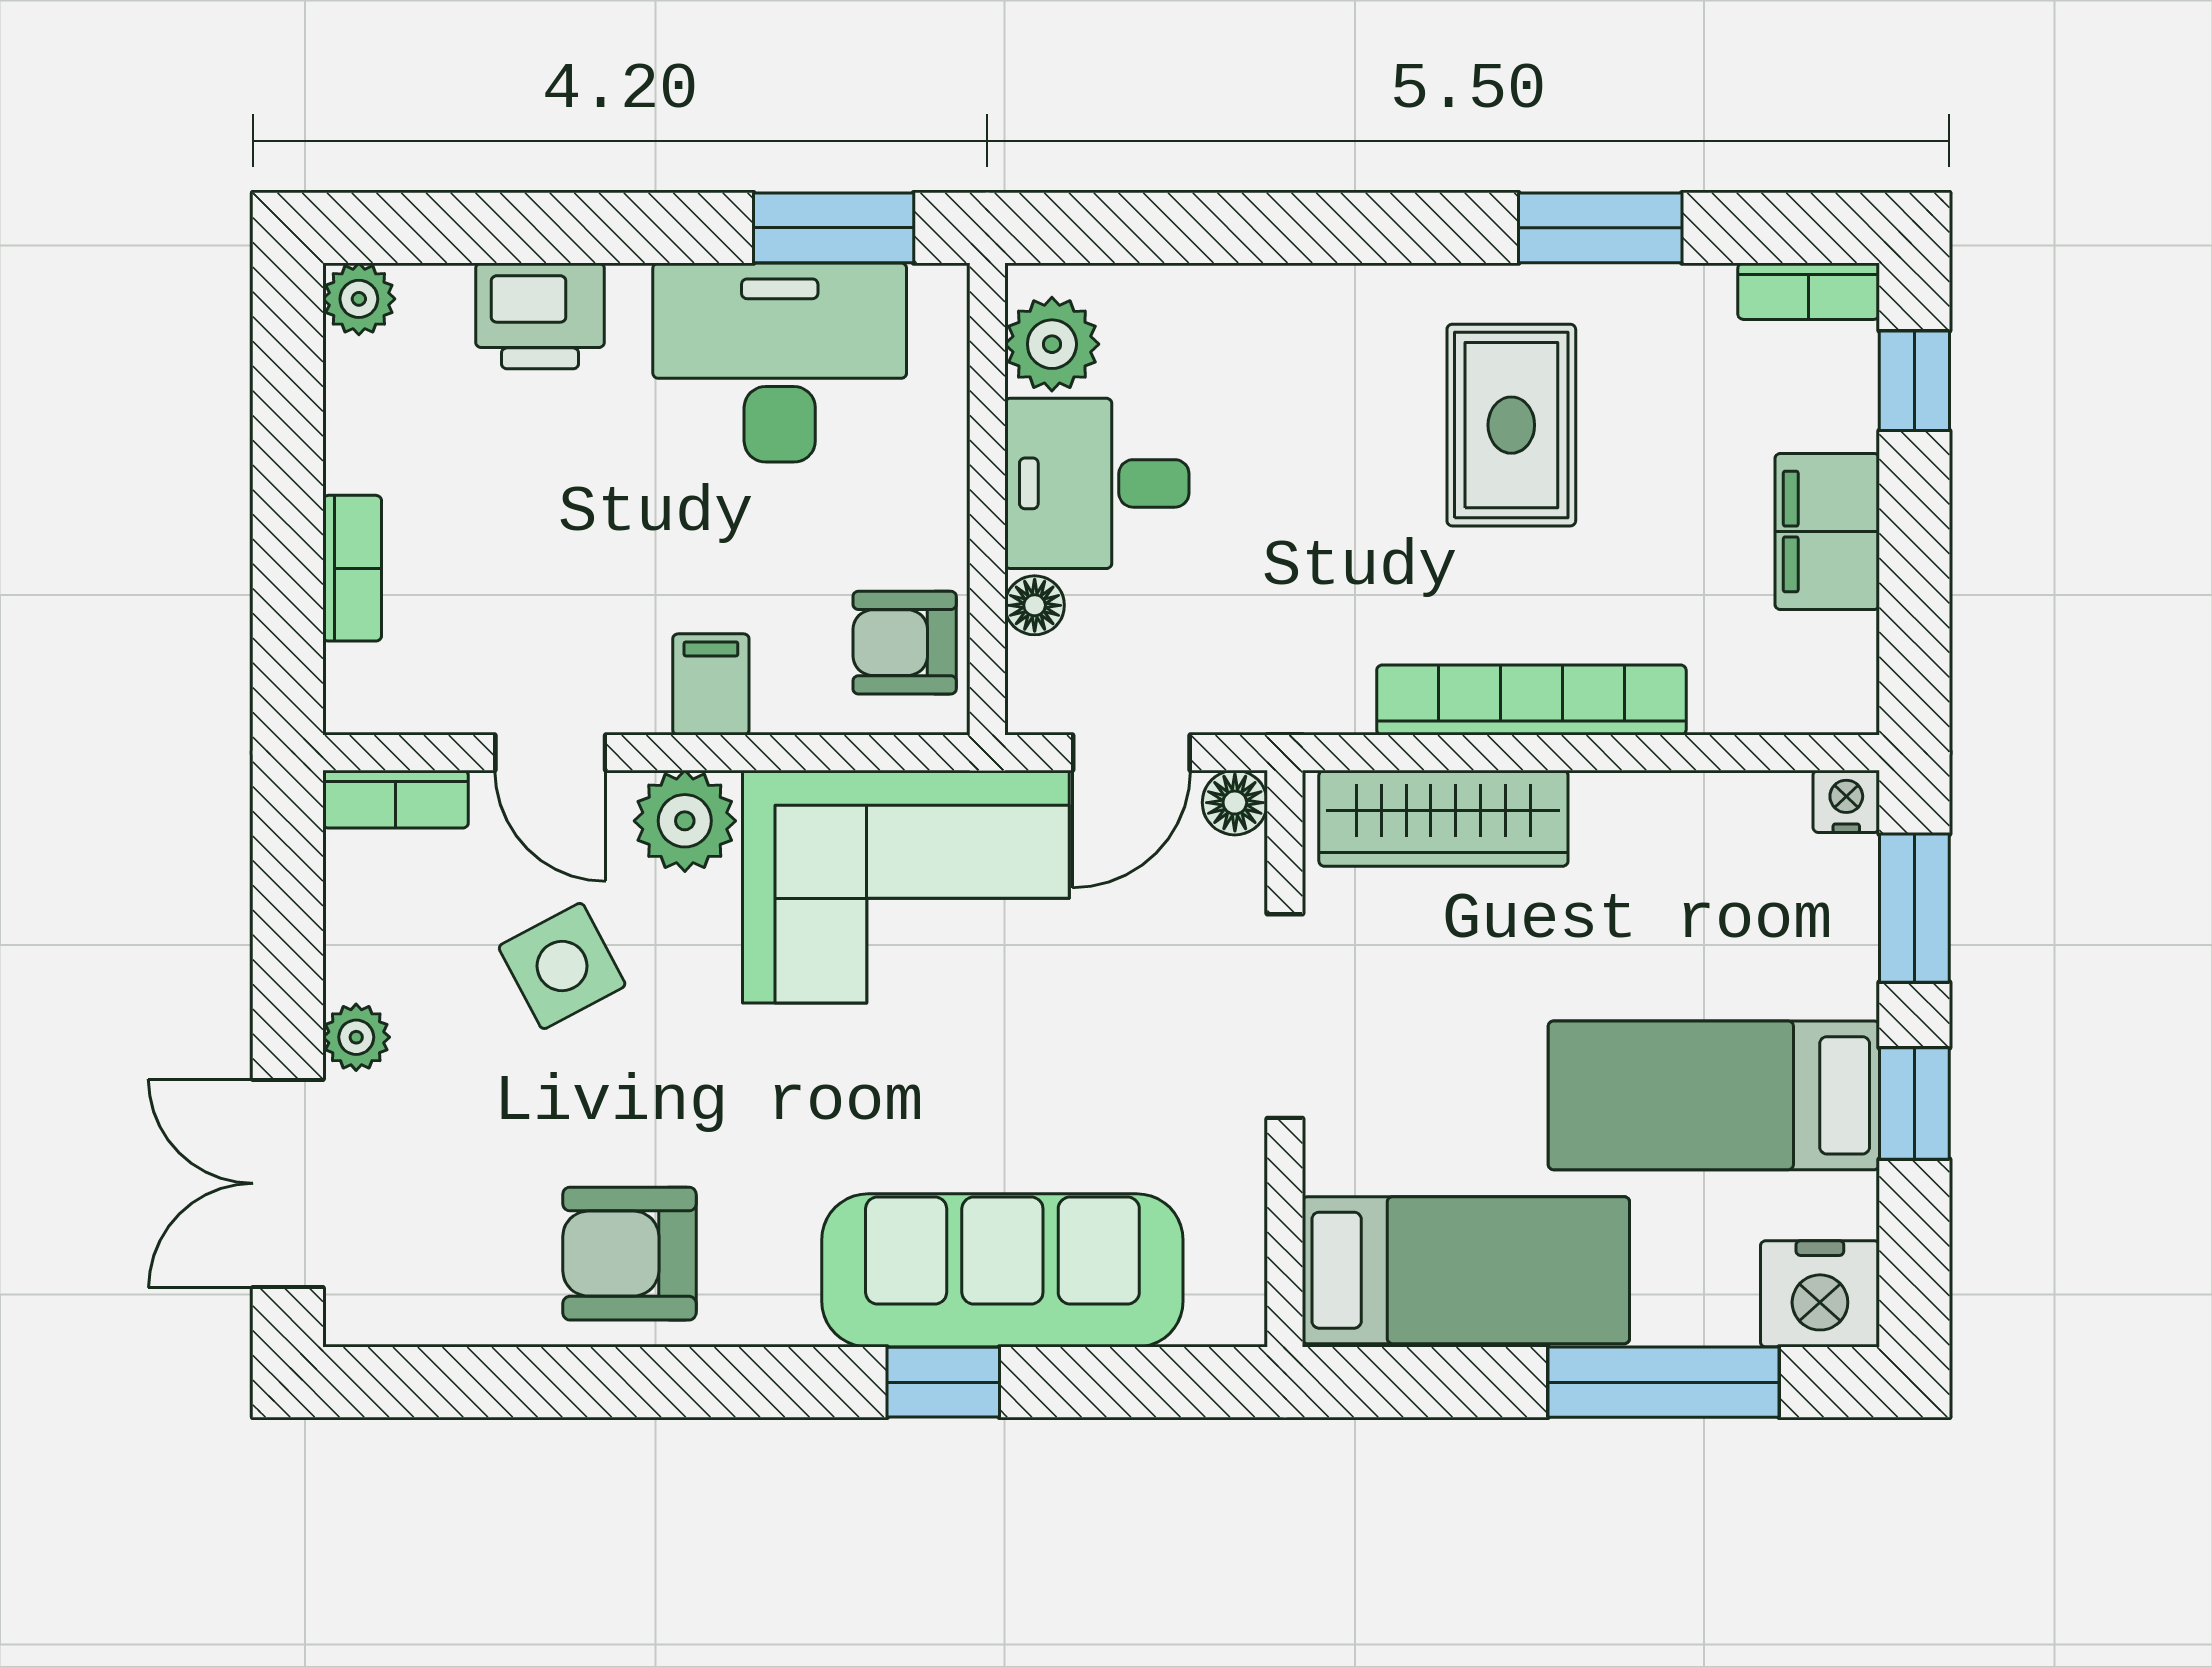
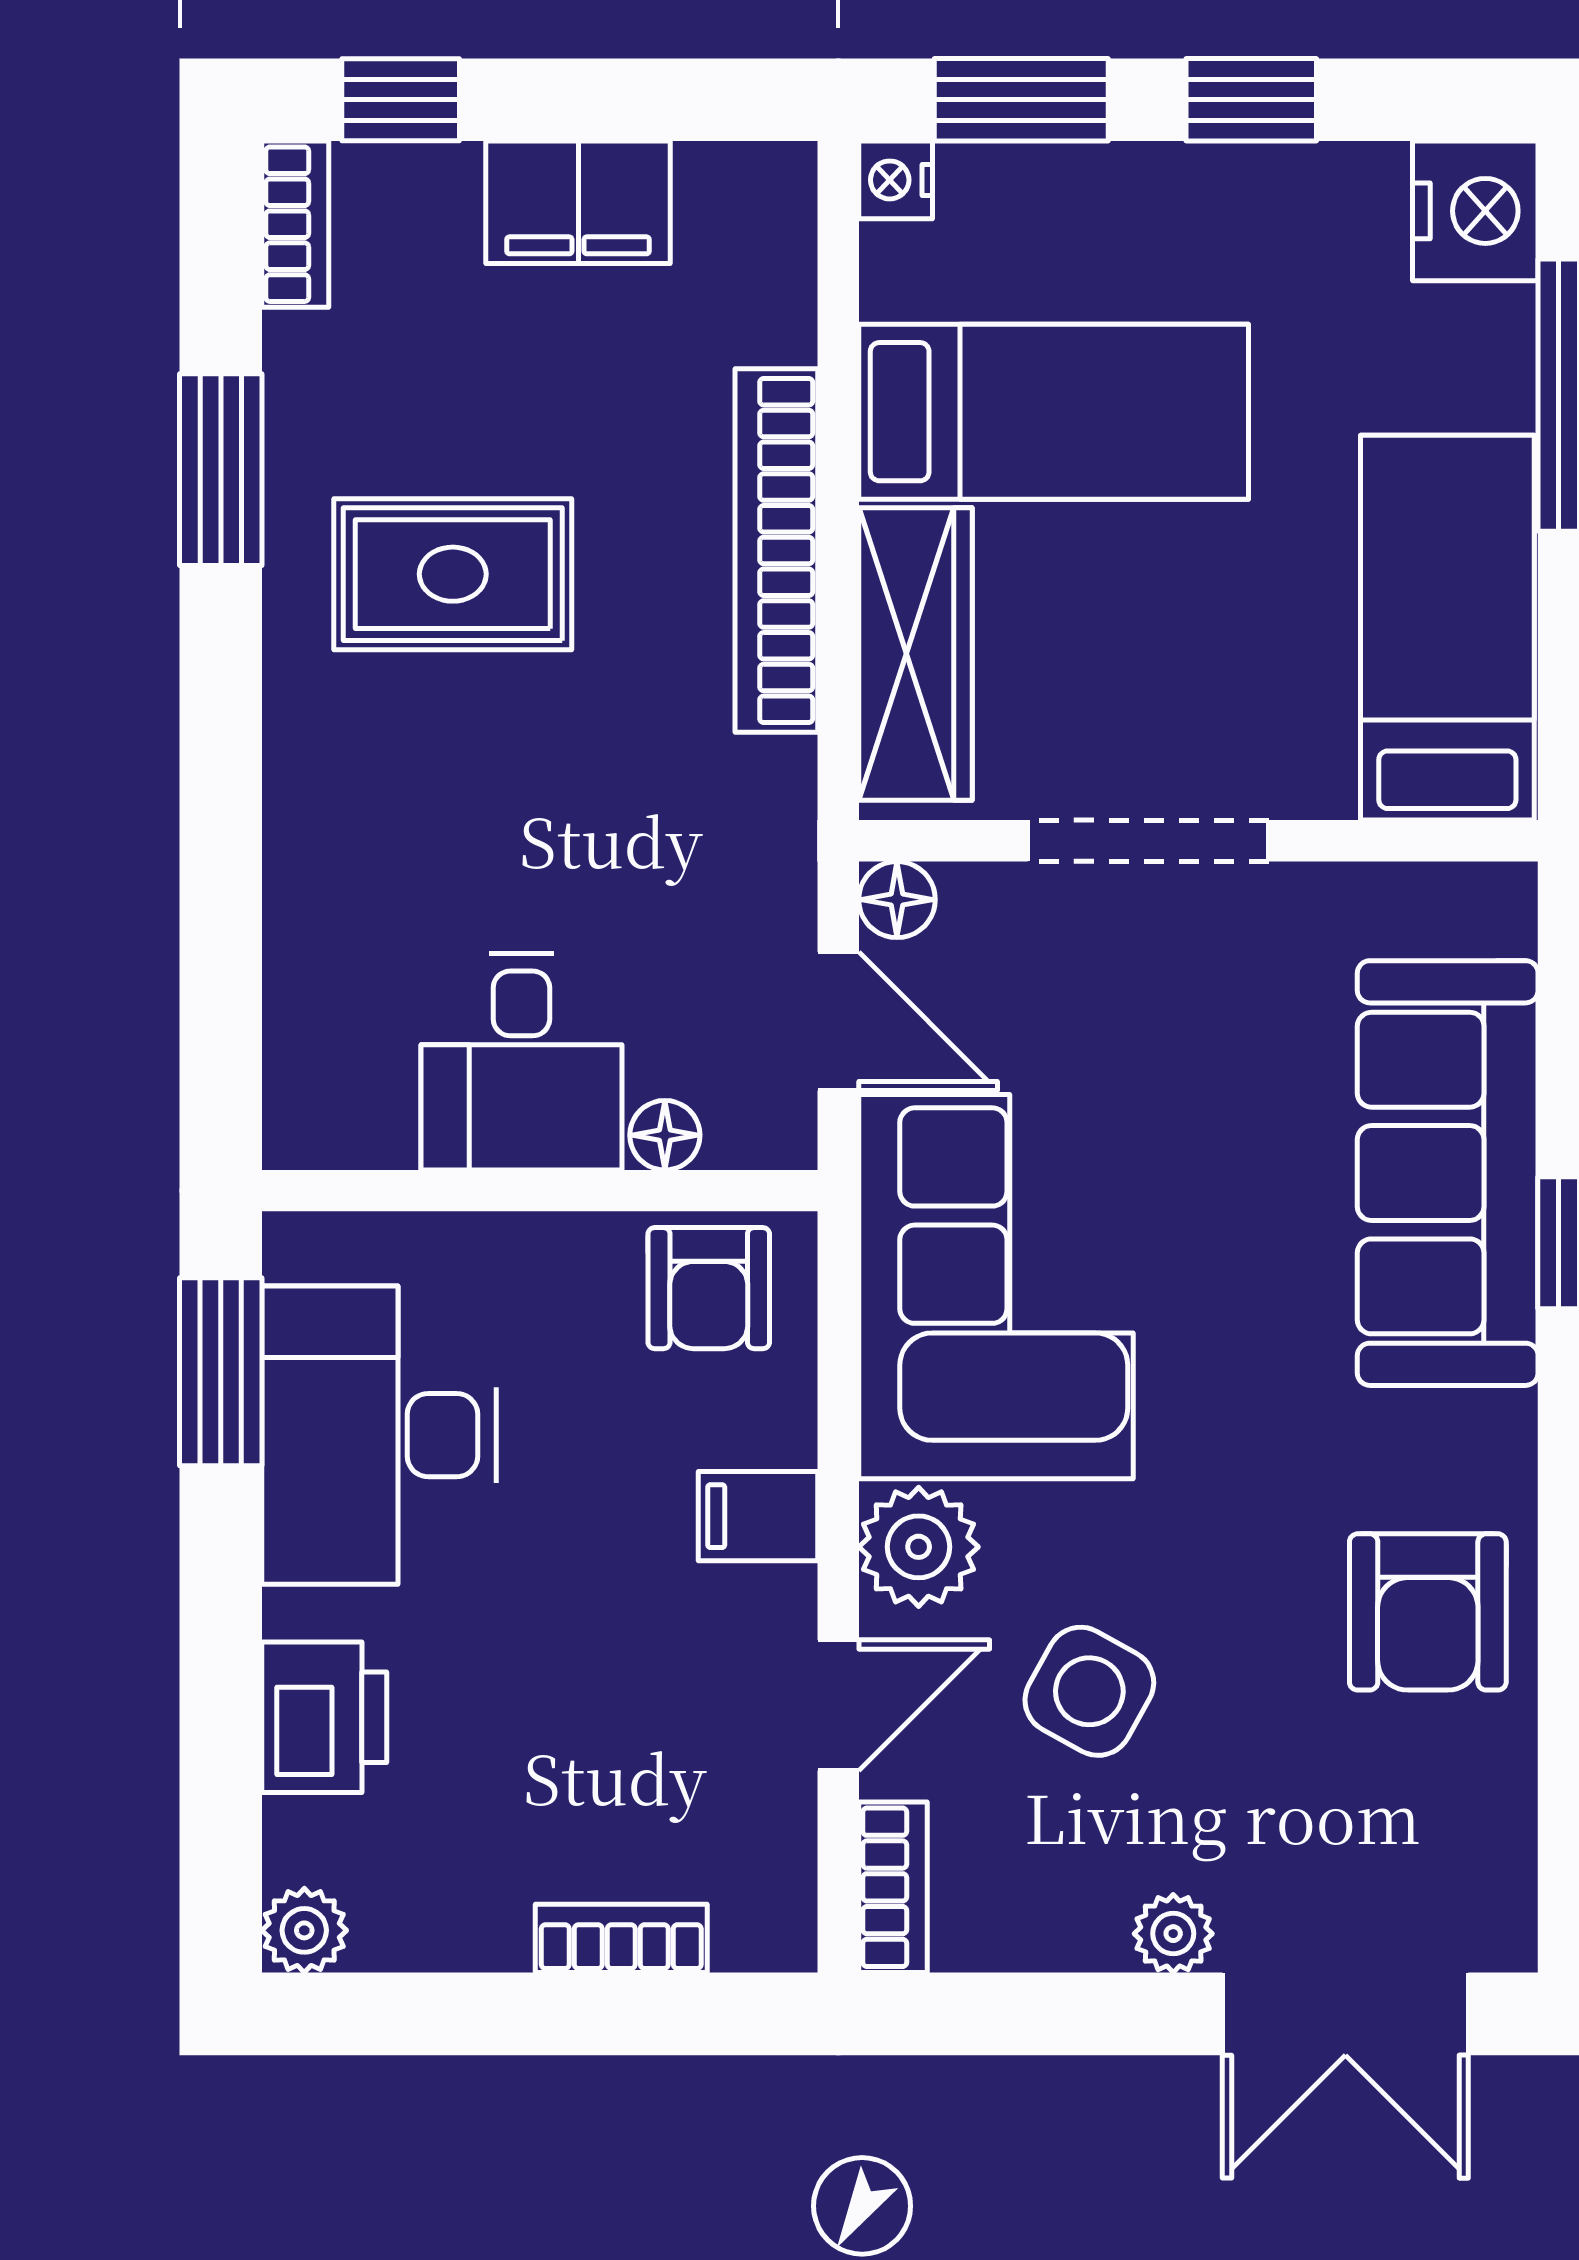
plant: (1052, 344) -> (358, 1115), removed
side table: (562, 966) -> (1089, 1691), turned -33
bed: (1714, 1095) -> (1054, 412), moved, turned -90

